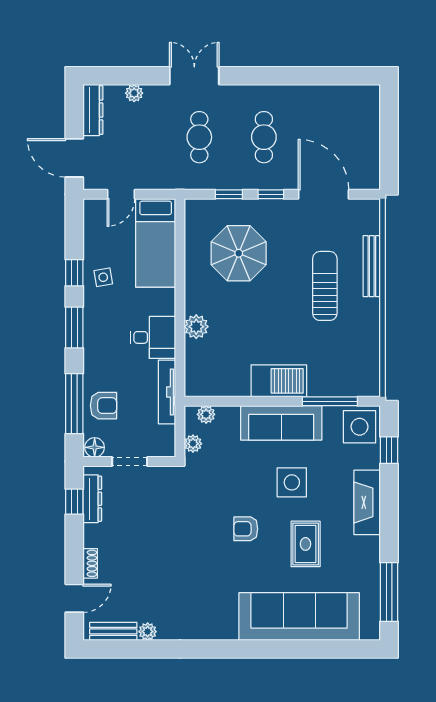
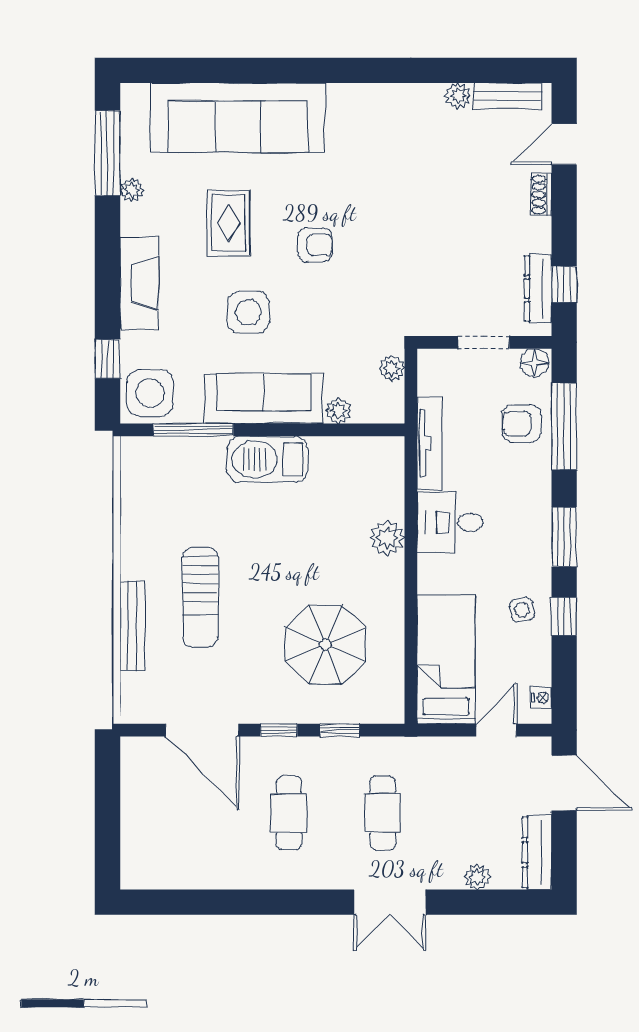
nightstand: (90, 217) -> (541, 698), added
plant: (206, 414) -> (338, 411), moved
plant: (372, 567) -> (132, 190), added

